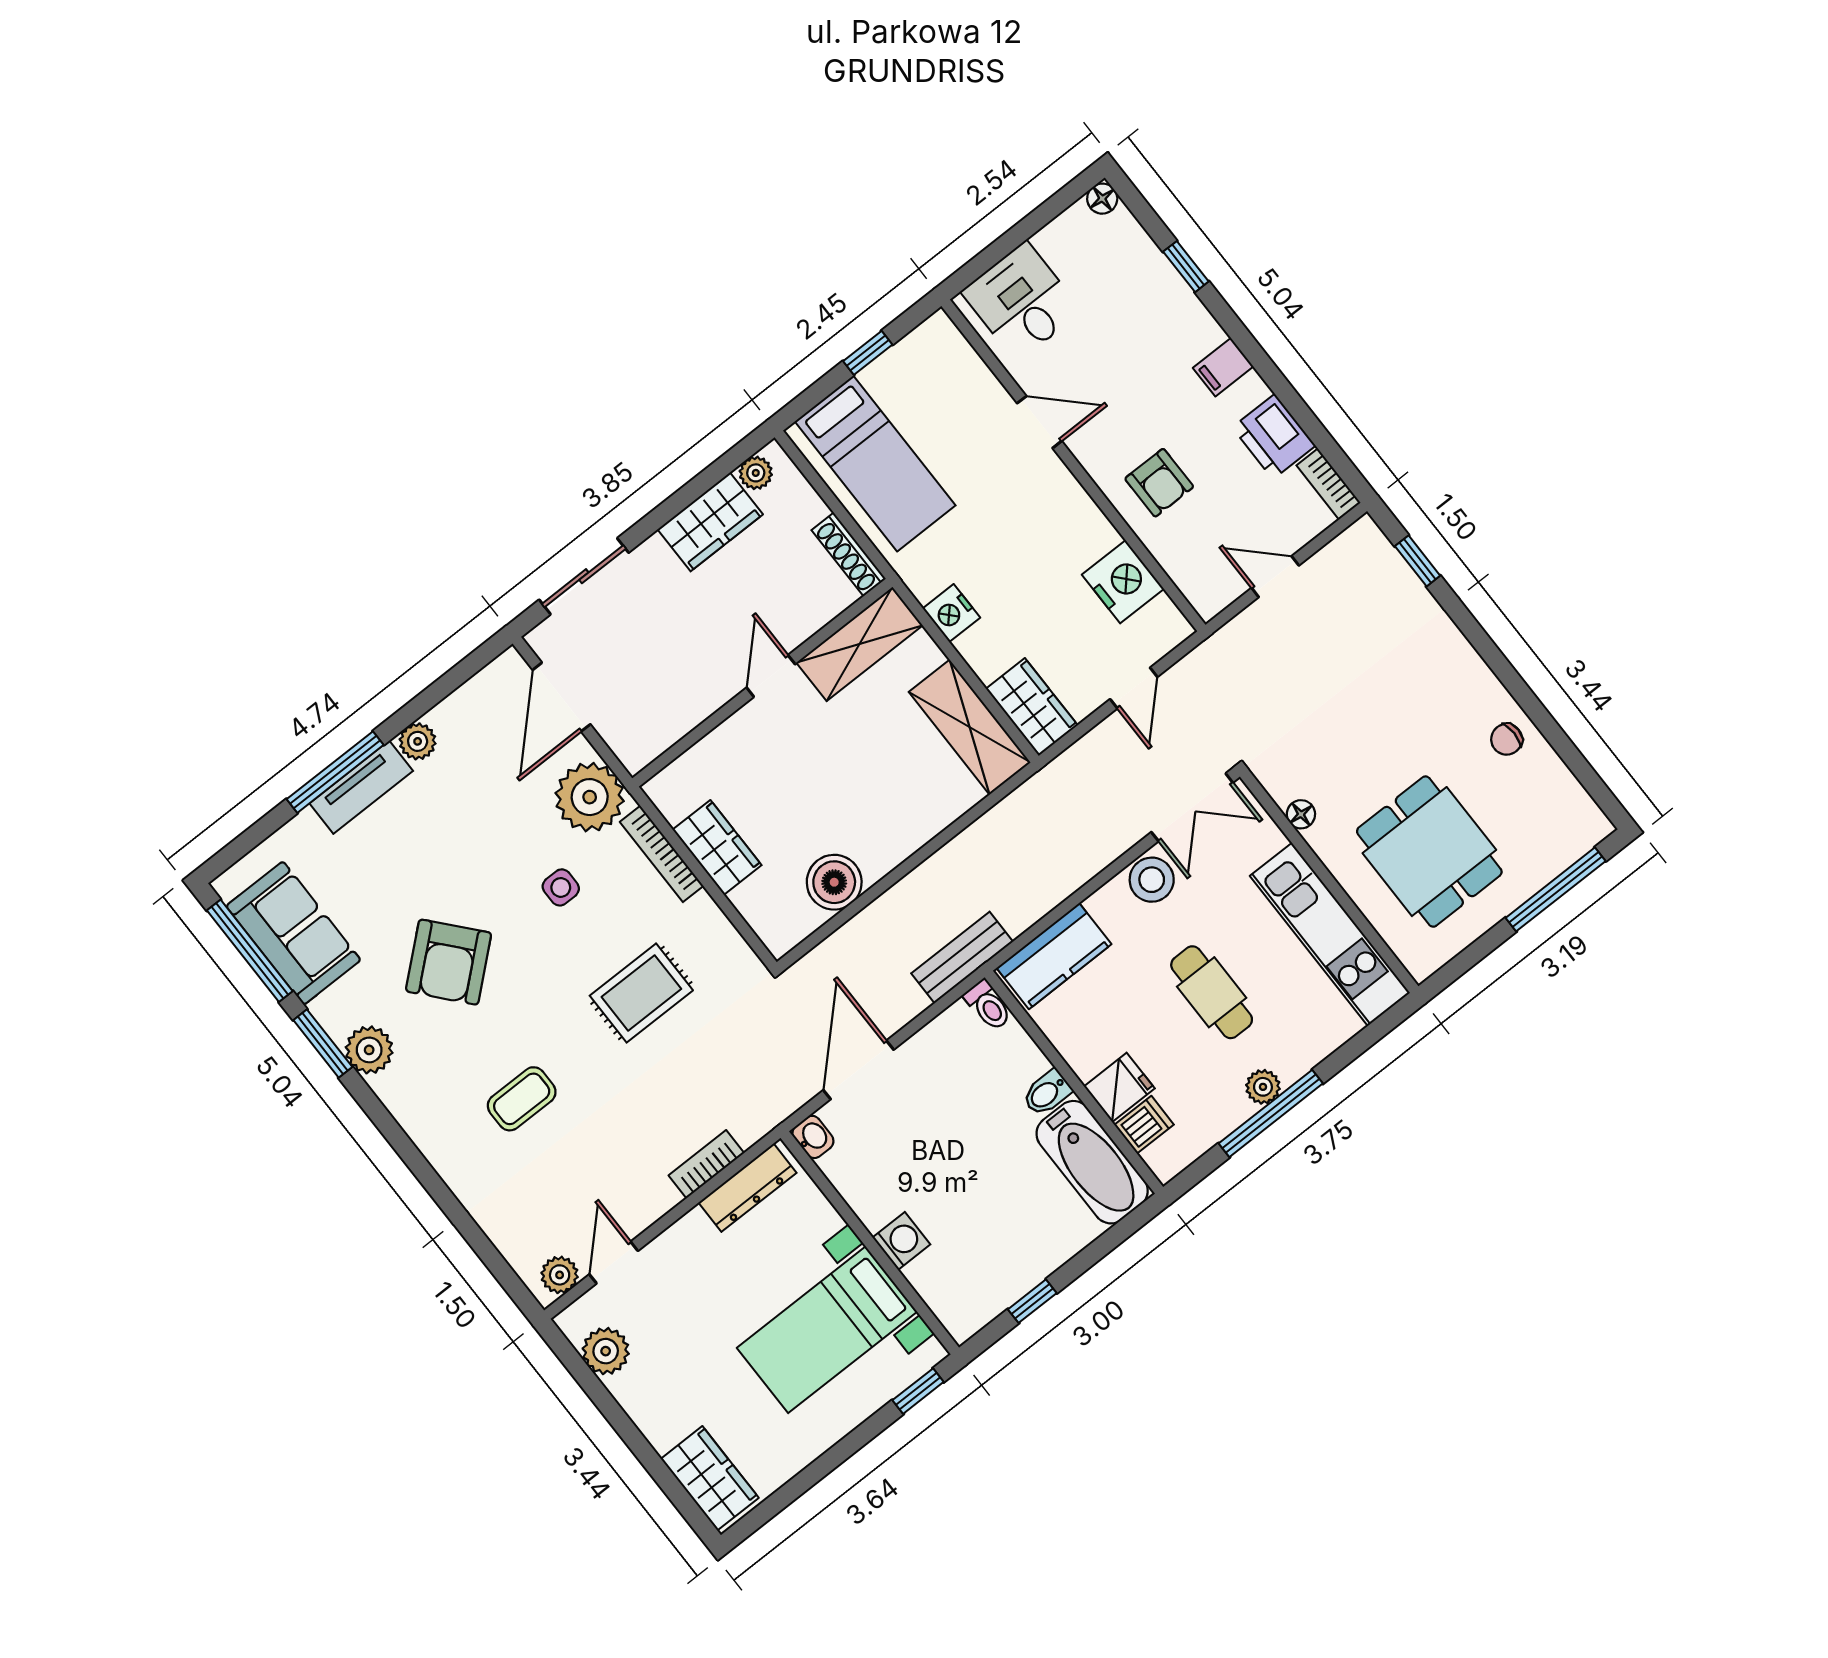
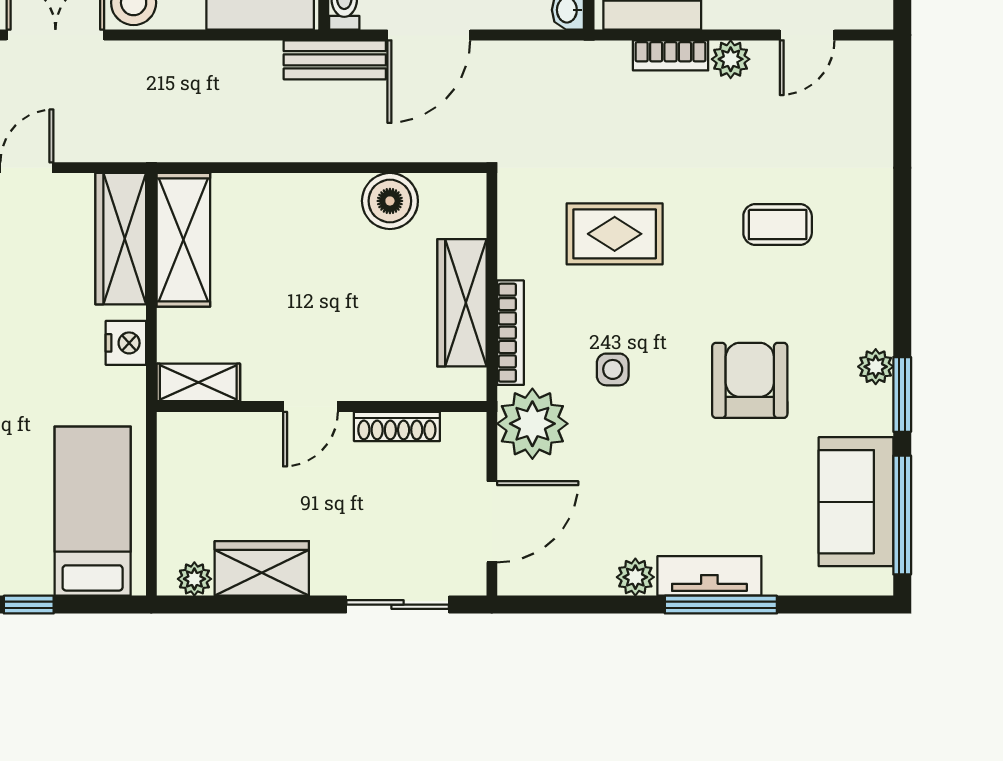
shoe rack: (849, 554) -> (397, 426), moved, turned 90
shelving: (859, 644) -> (198, 382), width x0.67, depth x0.75
wardrobe: (1032, 707) -> (121, 239), width x1.50
wardrobe: (717, 847) -> (462, 303), width x1.50
armchair: (449, 962) -> (750, 380), turned -49
plant: (369, 1050) -> (876, 367), width x0.73, depth x0.73
door: (859, 1070) -> (429, 35), moved
plant: (560, 1275) -> (731, 59), moved

